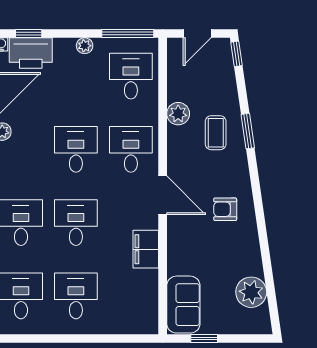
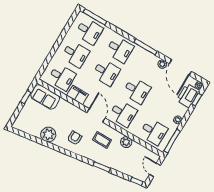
coffee table: (216, 133) -> (102, 140), moved
door: (163, 195) -> (96, 115), swing flipped
plant: (251, 292) -> (48, 134), moved
desk: (131, 296) -> (62, 77), added

